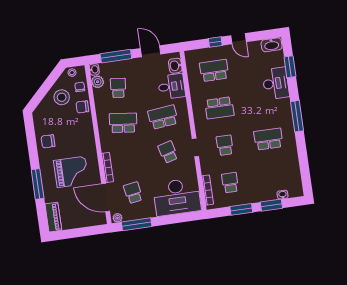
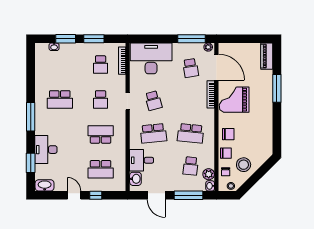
chair: (48, 141) -> (228, 134), moved
grand piano: (71, 172) -> (234, 100), moved

